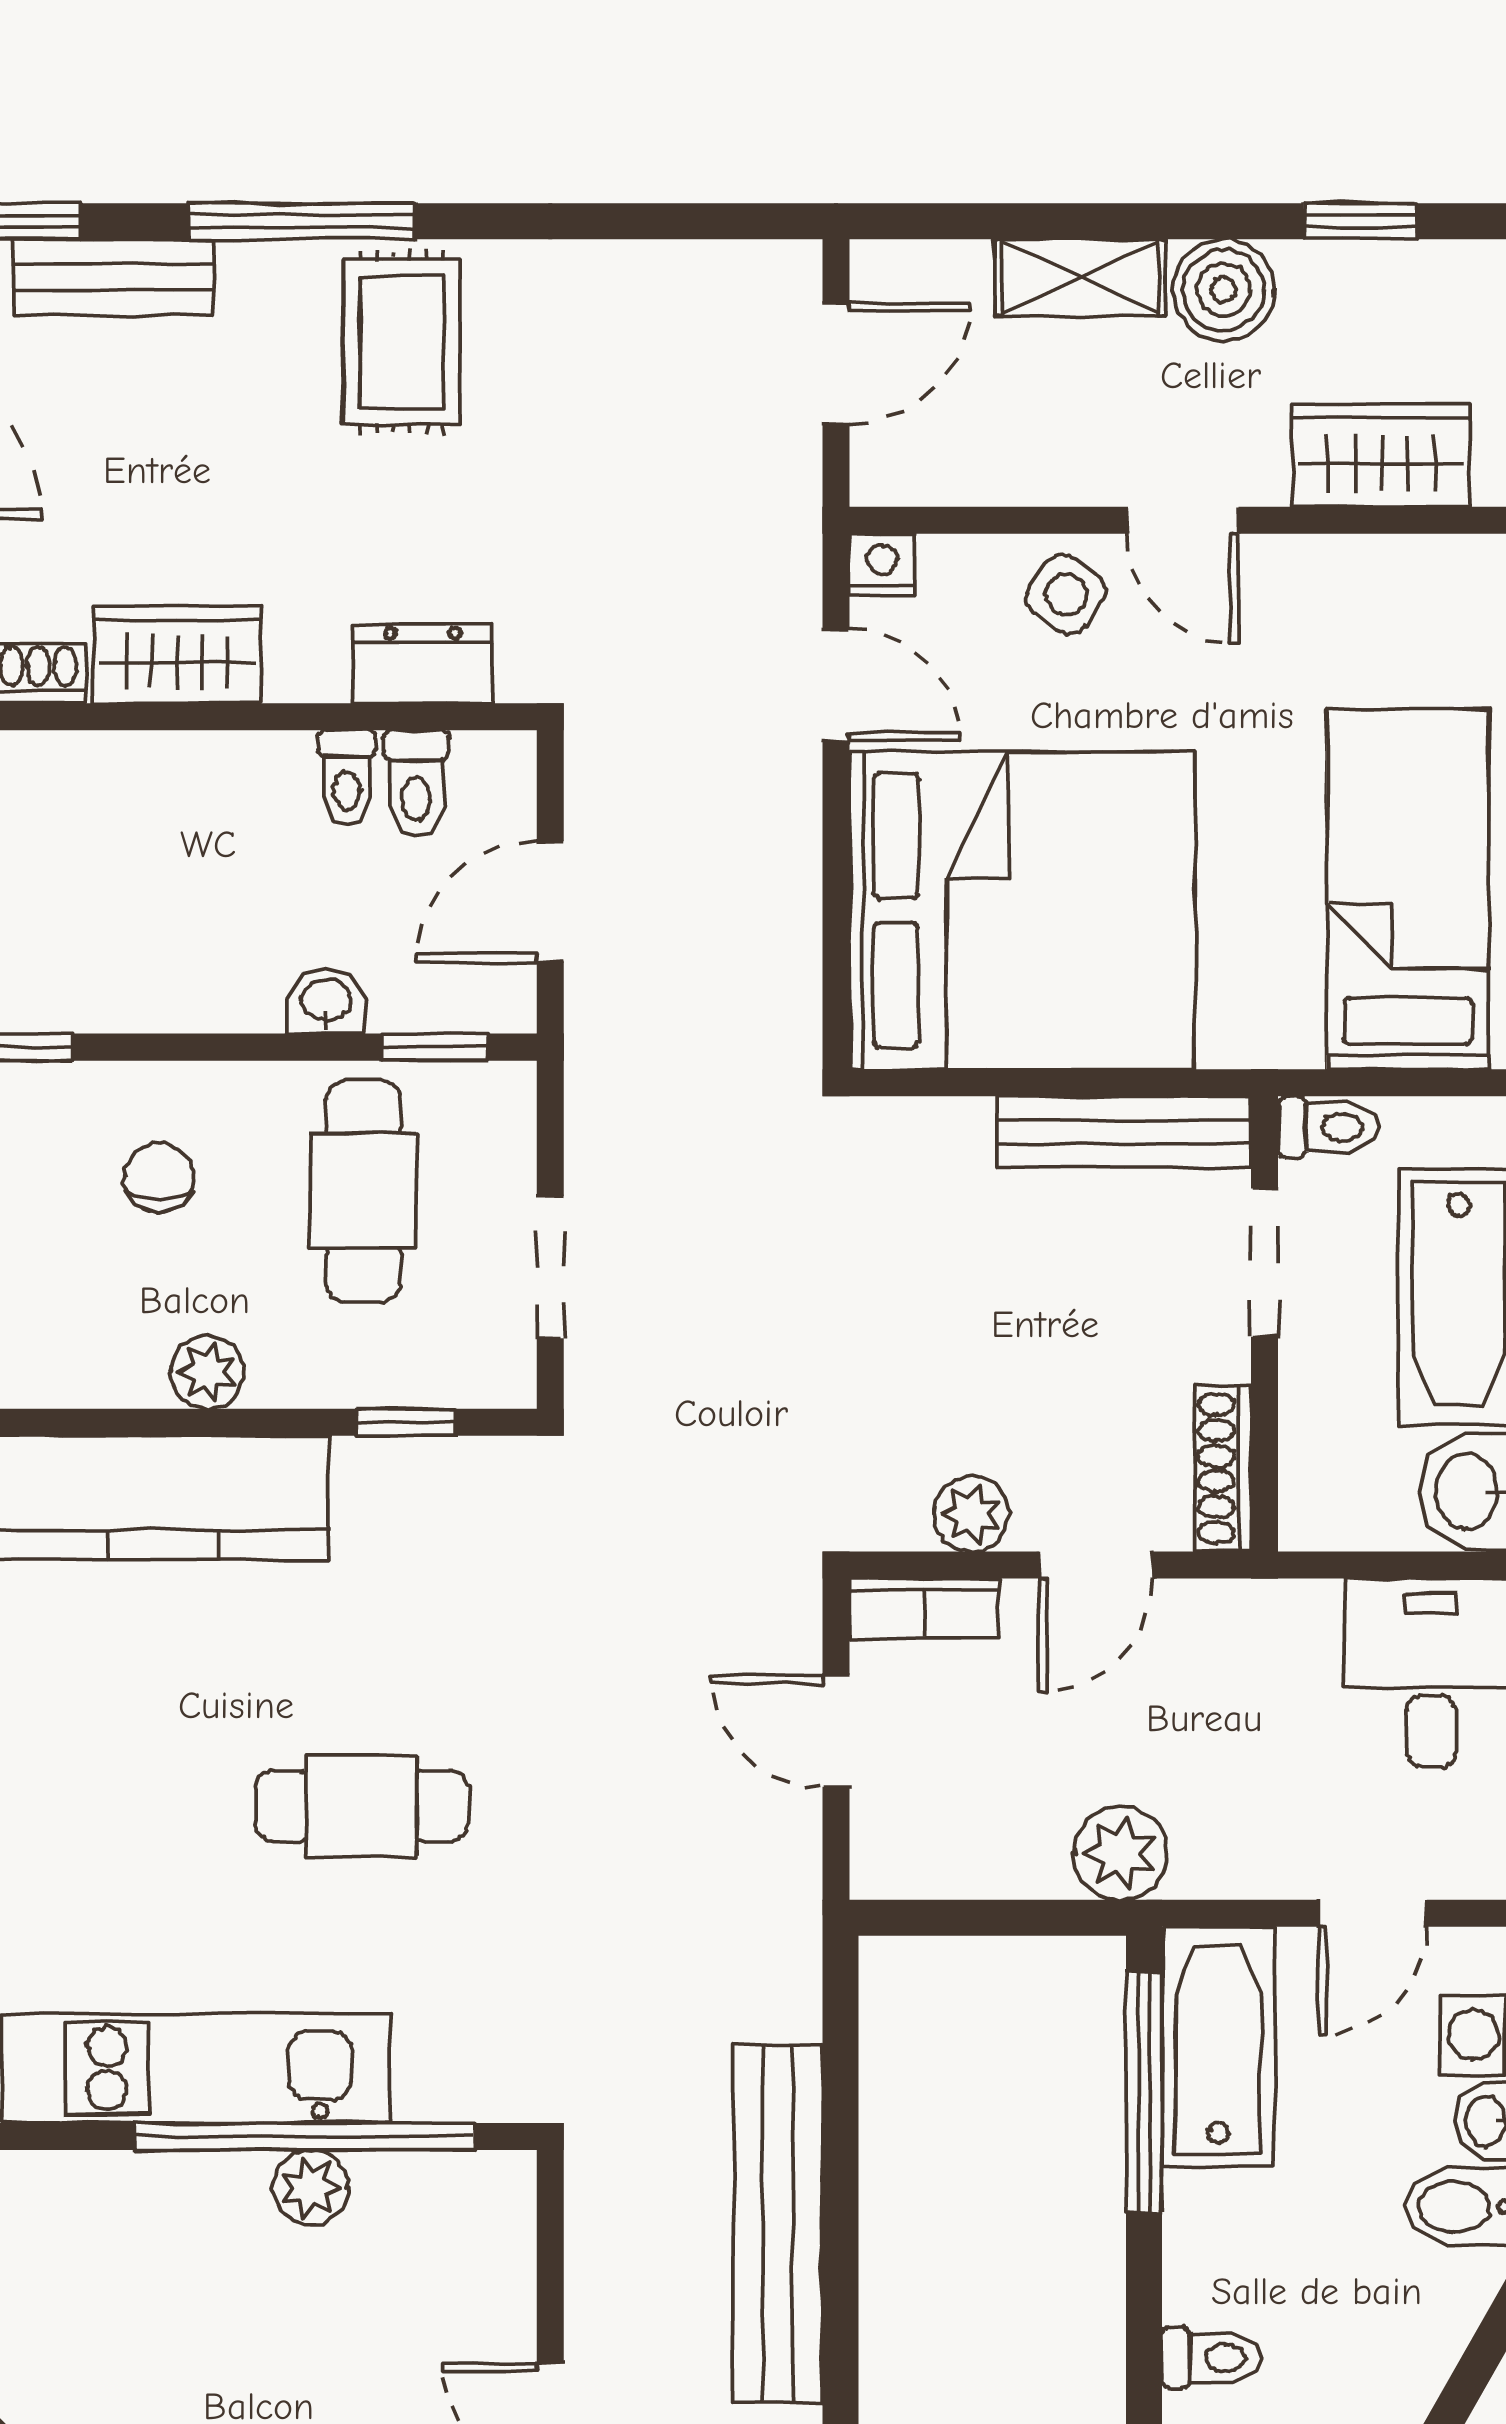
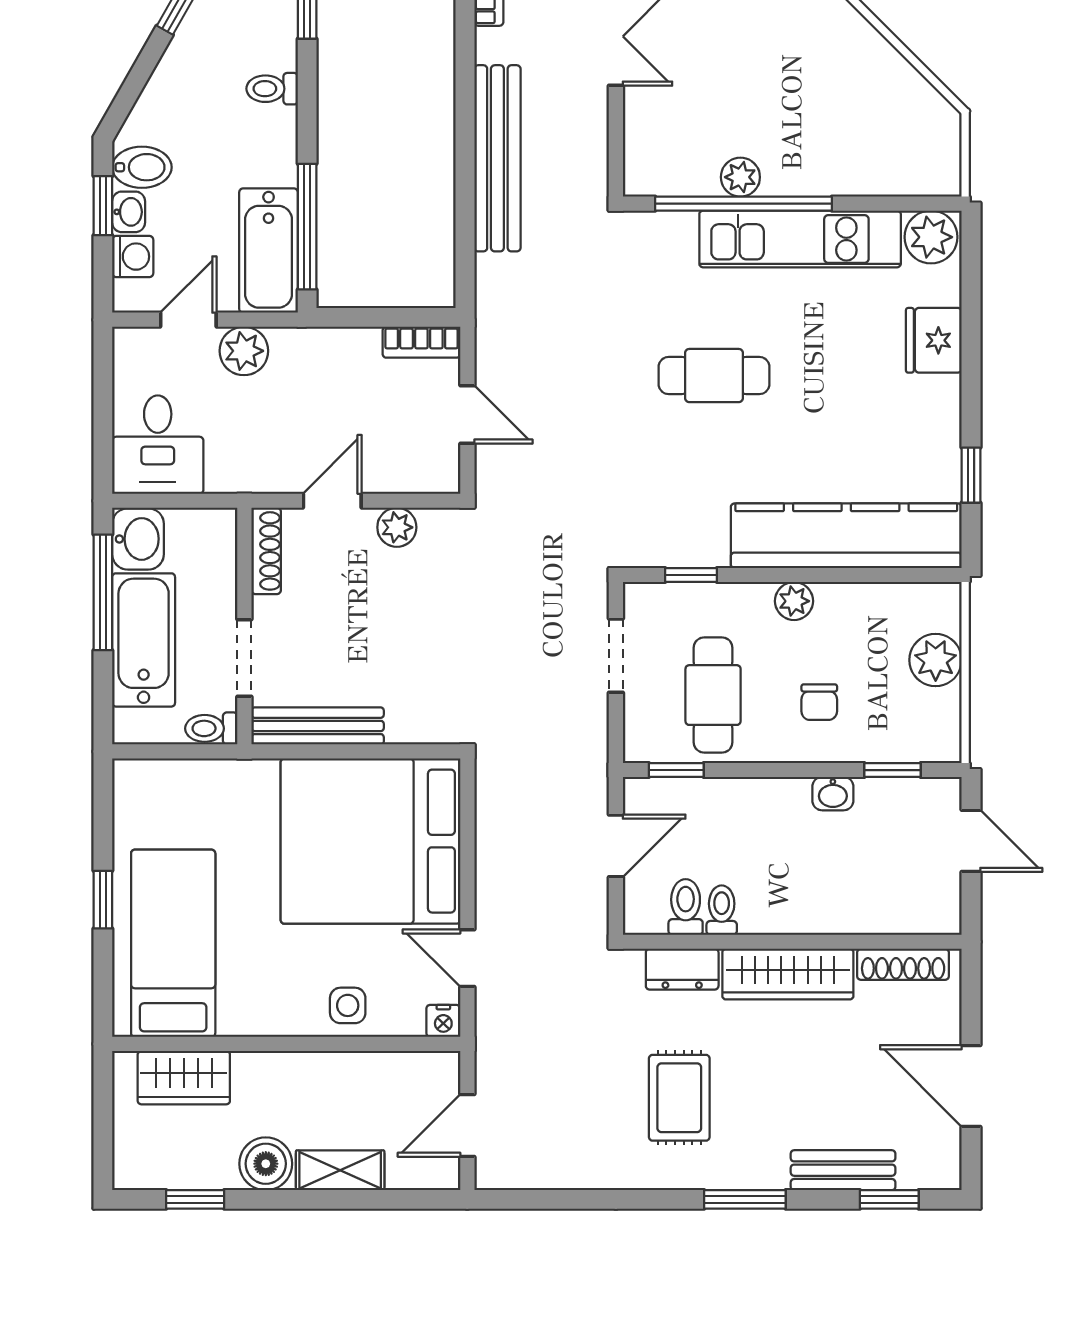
window: (302, 221) -> (745, 1199), width x0.69
rug: (402, 342) -> (679, 1098), moved
door: (1183, 520) -> (287, 1044), removed
side table: (1066, 594) -> (348, 1005), turned -35
wardrobe: (177, 655) -> (788, 974), width x1.50
bed: (1408, 889) -> (173, 943), moved, turned 180
washbasin: (326, 1002) -> (833, 794), moved
bookcase: (924, 1608) -> (421, 342), moved, turned 180
plant: (1120, 1853) -> (244, 351), moved

